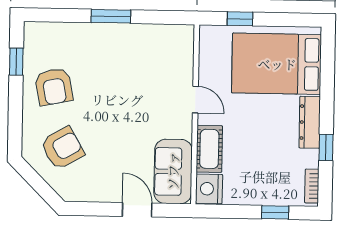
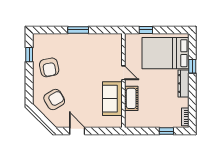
window: (326, 147) -> (192, 66), moved
sofa: (173, 171) -> (112, 99), moved
nightstand: (209, 189) -> (131, 119), removed
door: (137, 210) -> (77, 131), moved

